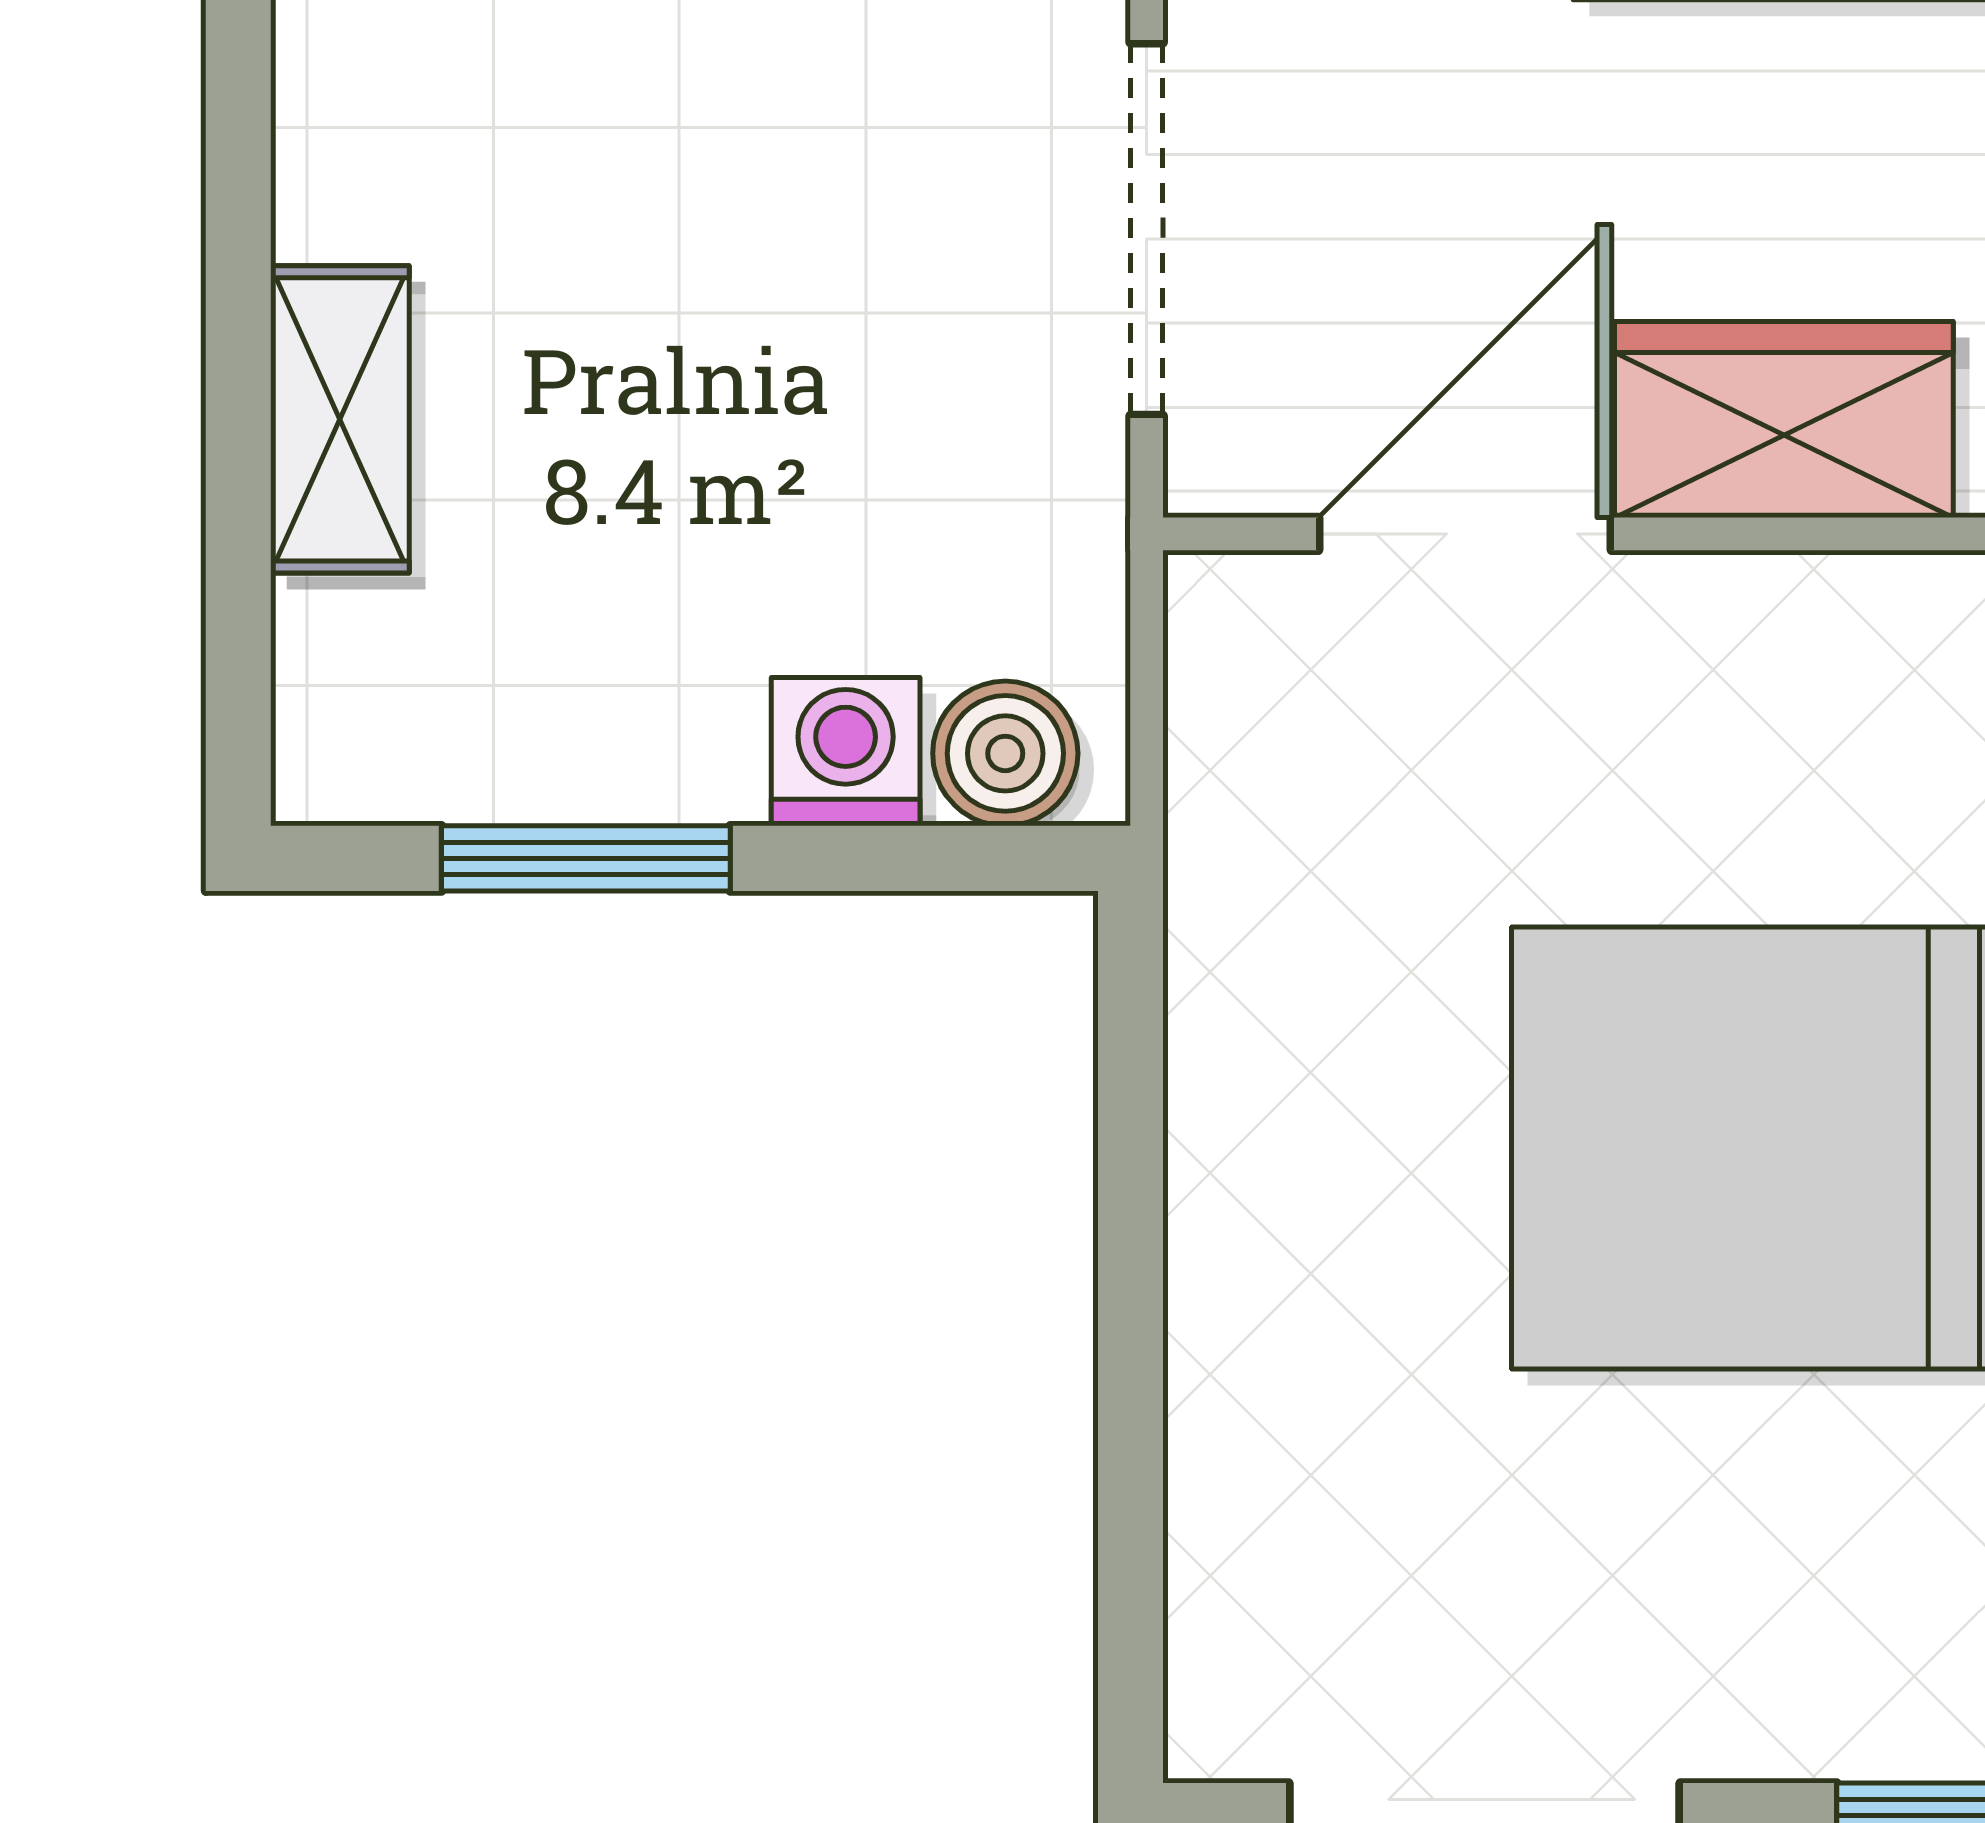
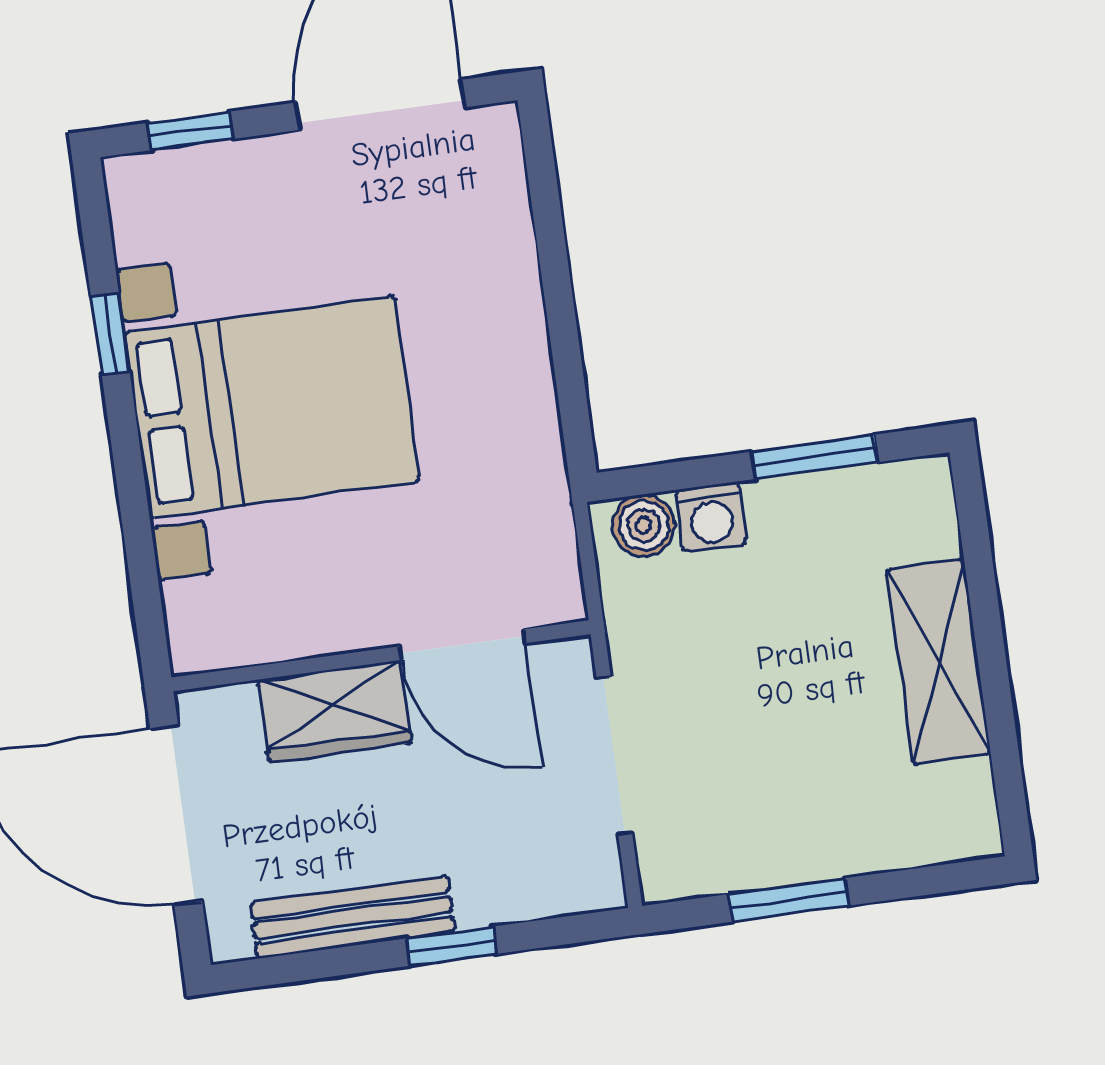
shelving: (340, 419) -> (939, 662), width x1.50, depth x1.33
door: (1465, 534) -> (462, 645), hinge flipped

